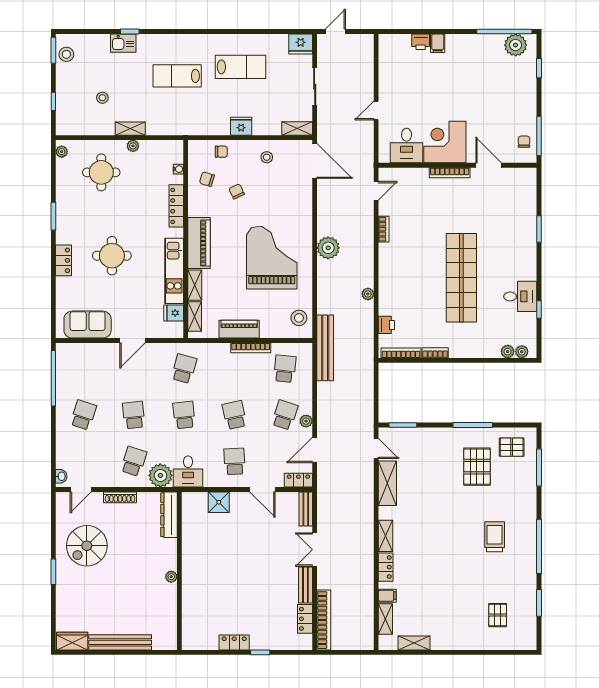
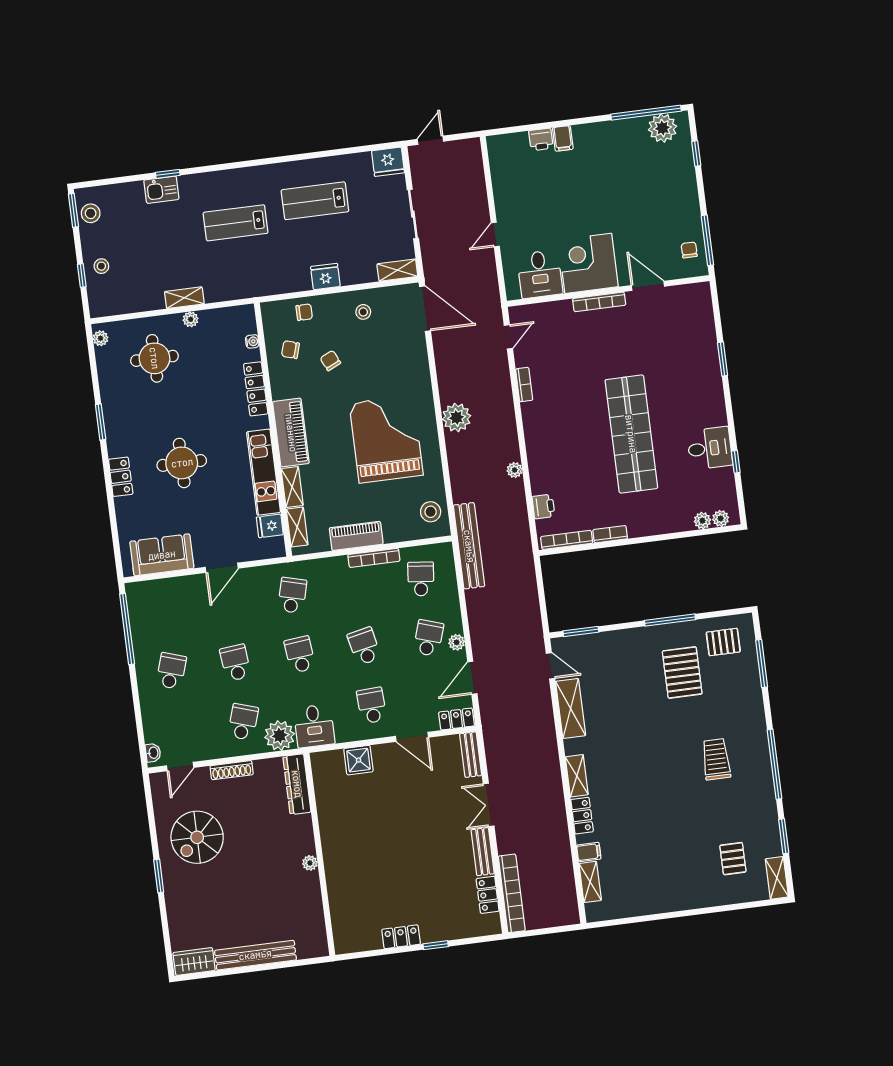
lab bench: (240, 67) -> (315, 201), turned 180
stool: (102, 98) -> (101, 266), moved
shelving: (414, 643) -> (777, 878), moved, turned 90

